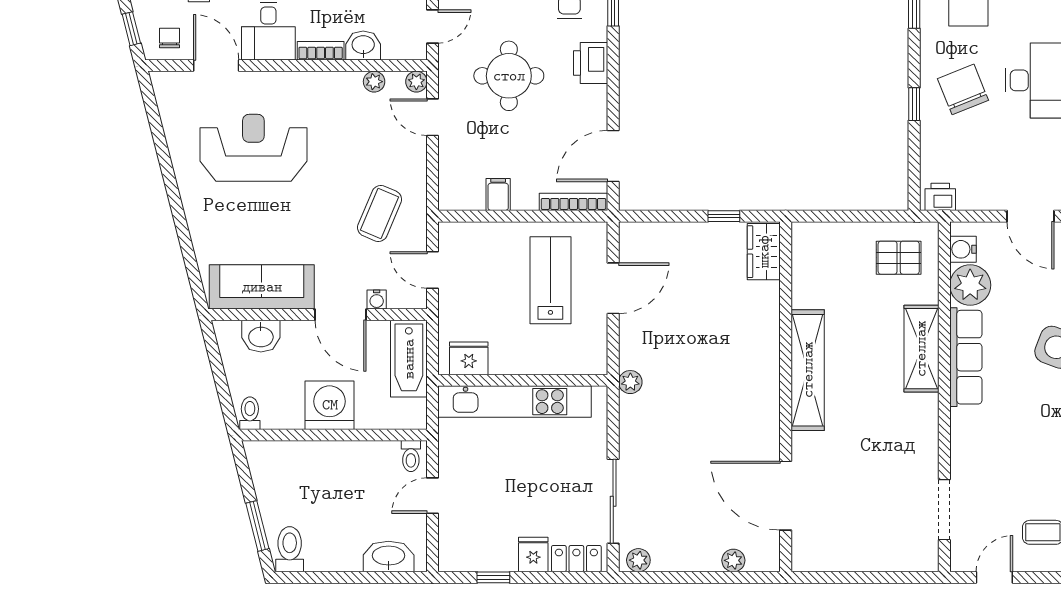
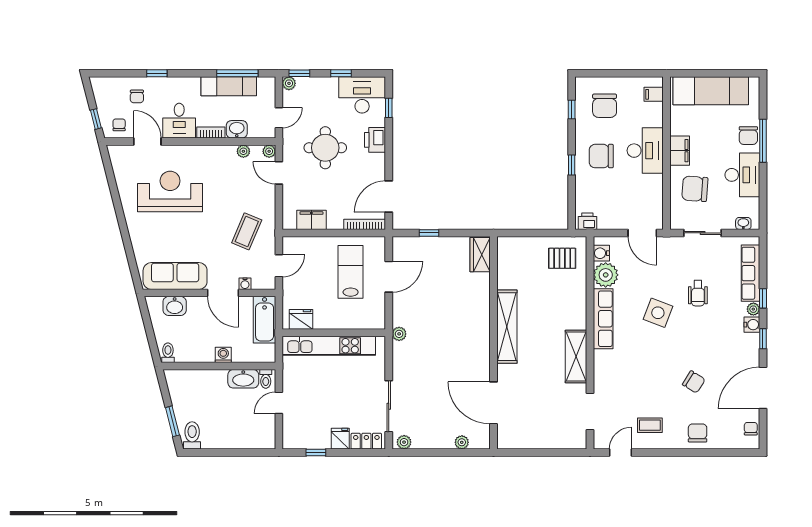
chair: (963, 89) -> (601, 156), turned -68
filing cabinet: (498, 195) -> (311, 220), width x2.00
window: (724, 216) -> (429, 233), moved
door: (432, 270) -> (279, 266), swing flipped
shelving: (921, 349) -> (576, 356), moved
washing machine: (330, 405) -> (223, 355), width x0.53, depth x0.53
washbasin: (389, 556) -> (243, 379), moved, turned 180

